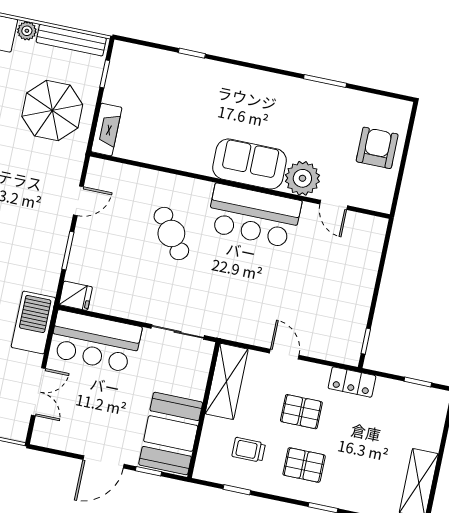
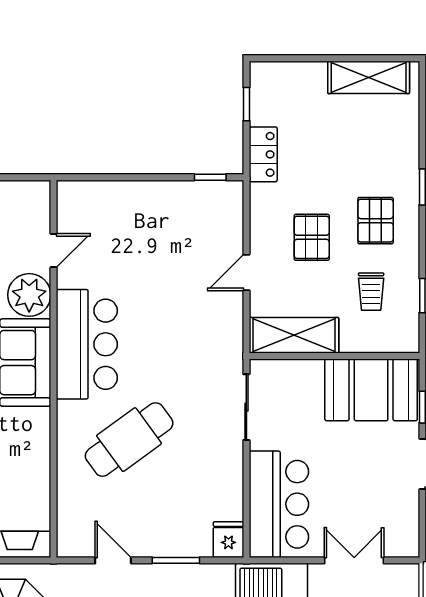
cafe table: (171, 233) -> (129, 440), width x1.37, depth x1.35
locker: (352, 382) -> (263, 154), moved

